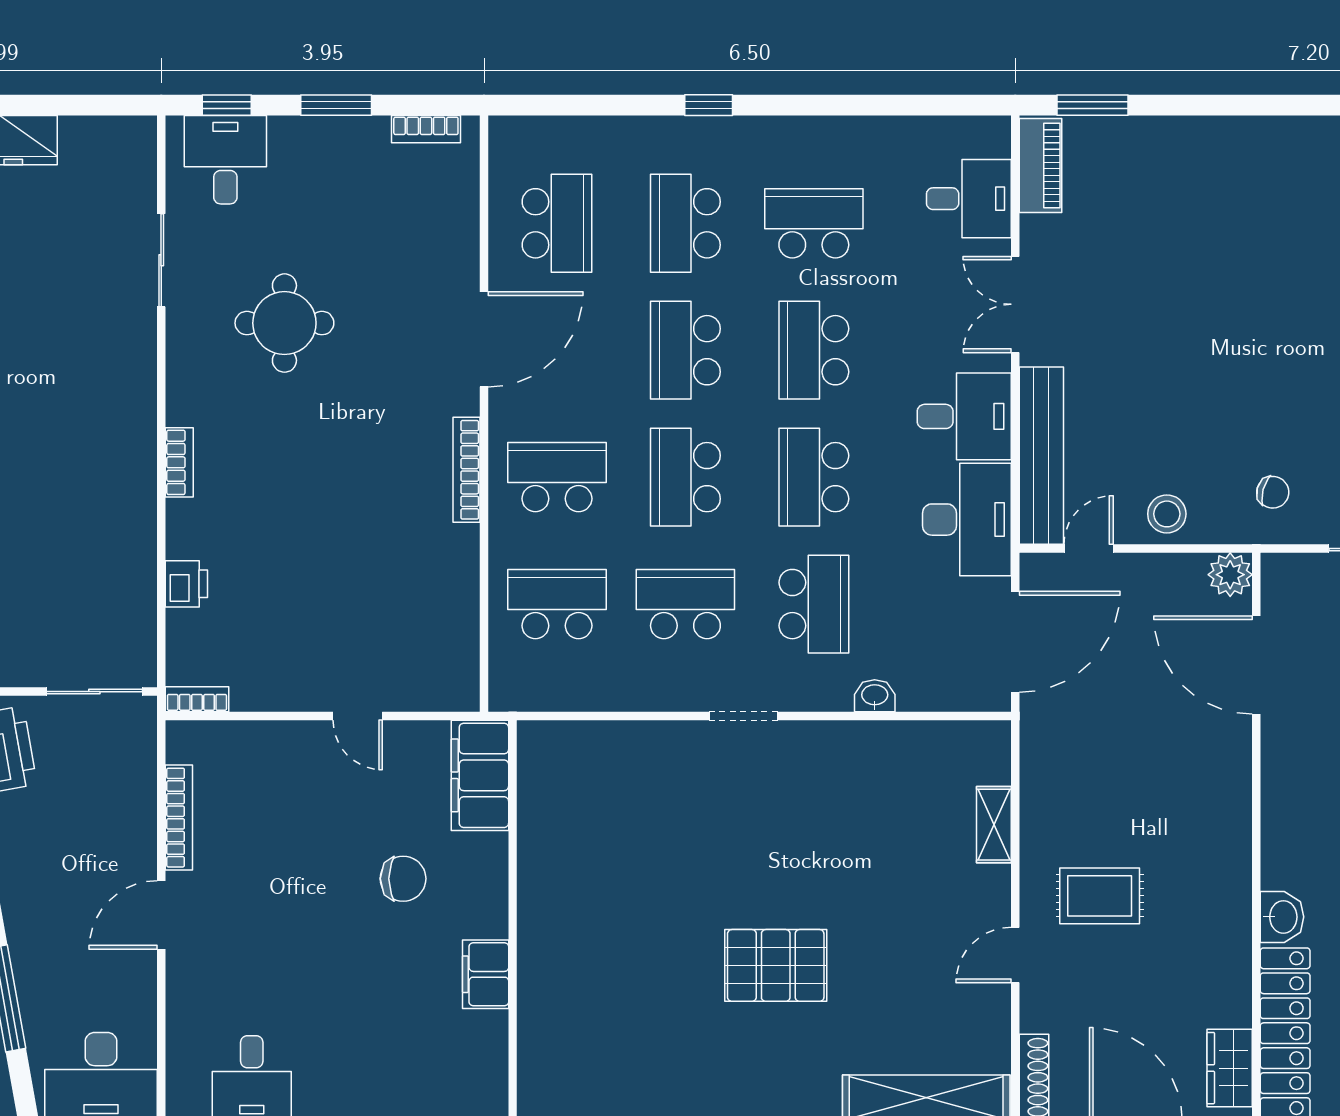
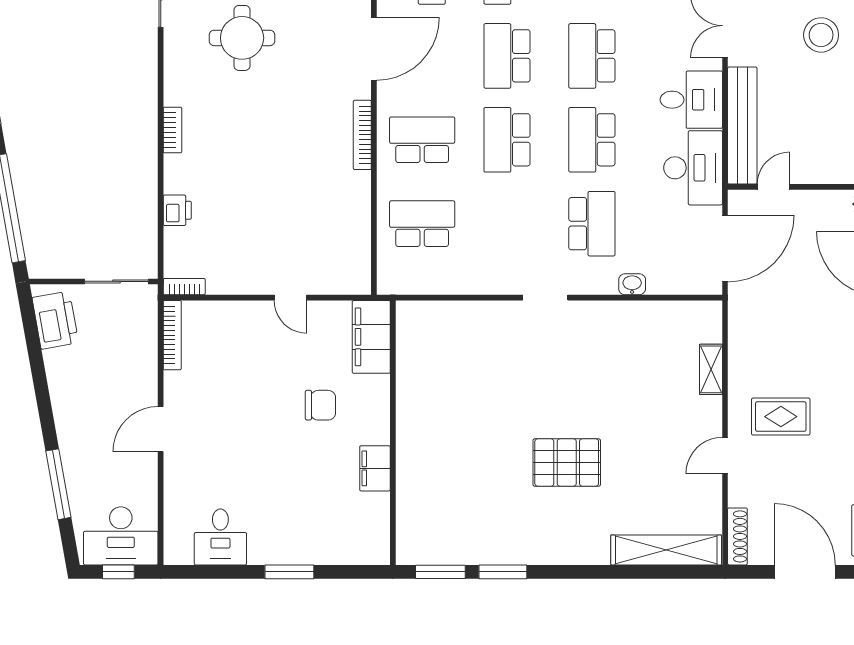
stool: (1167, 514) -> (821, 35), moved, width x1.38, depth x1.38
school desk: (685, 604) -> (507, 224), removed
bookcase: (179, 818) -> (172, 335), moved

